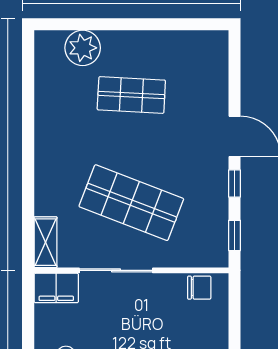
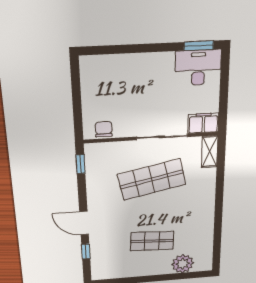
window: (235, 184) -> (86, 251), moved
shop shelf: (131, 203) -> (152, 179), turned -33
chair: (199, 288) -> (104, 129), turned 90

